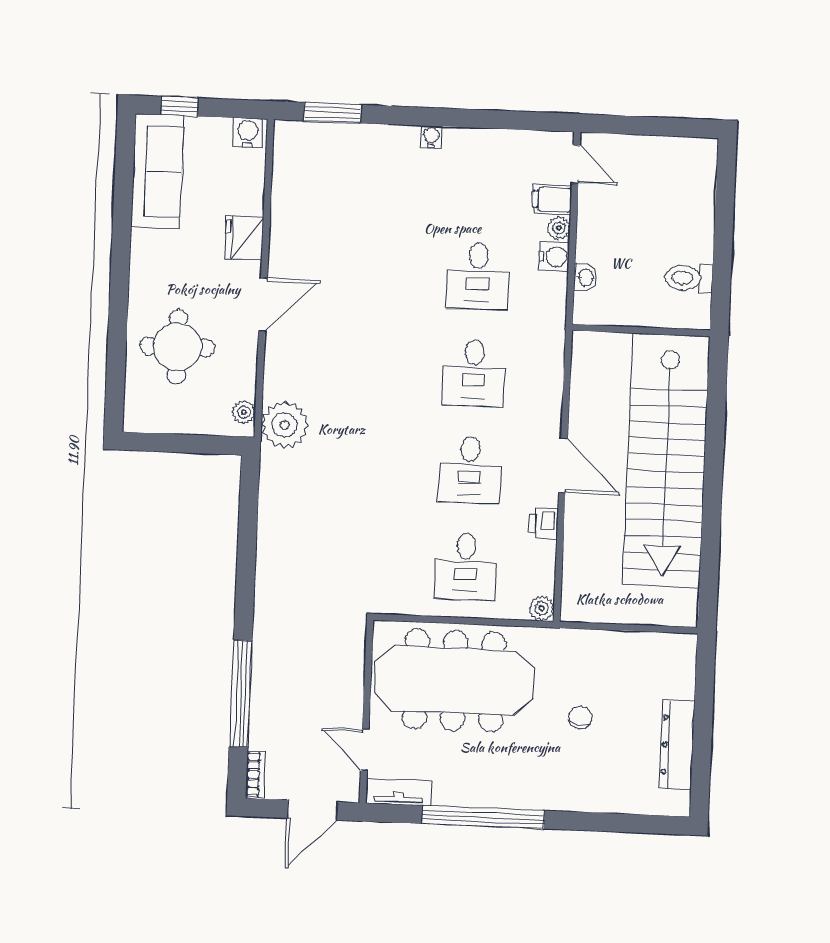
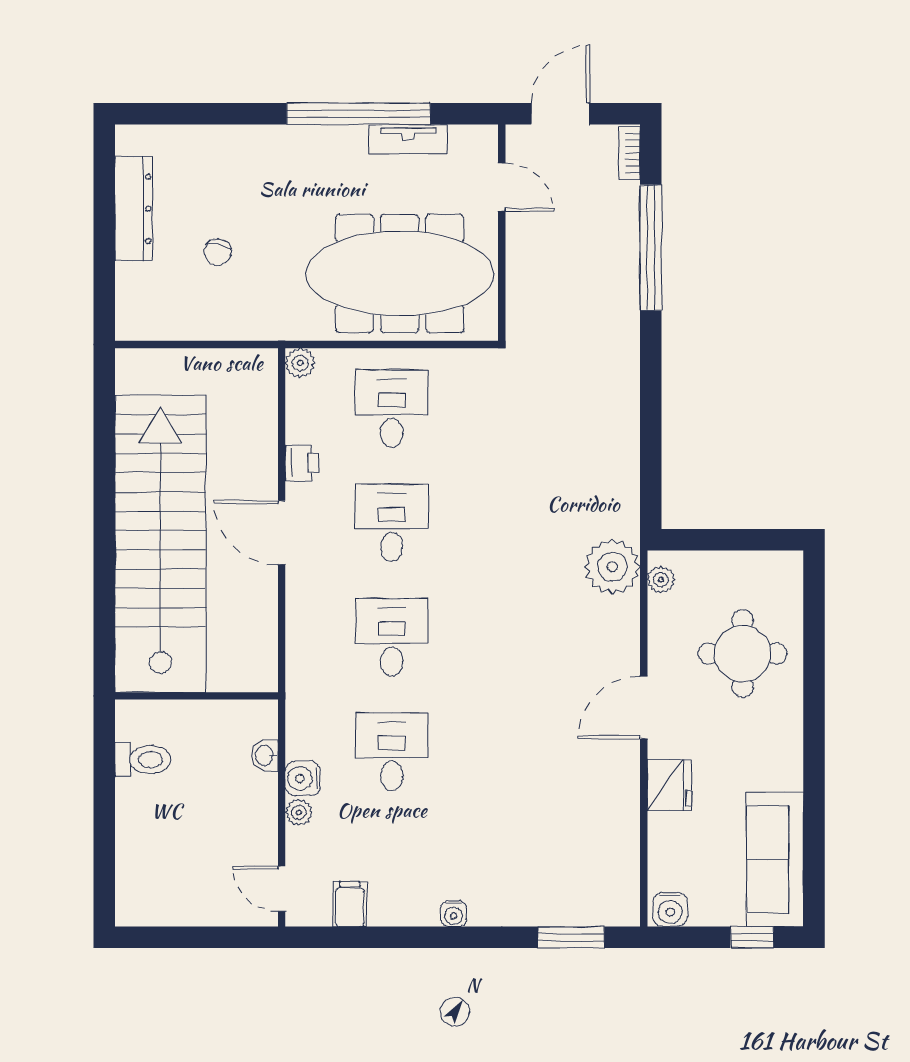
filing cabinet: (552, 200) -> (350, 904), moved, turned -90
chair: (580, 717) -> (218, 252), moved
tv unit: (399, 792) -> (408, 139), moved

